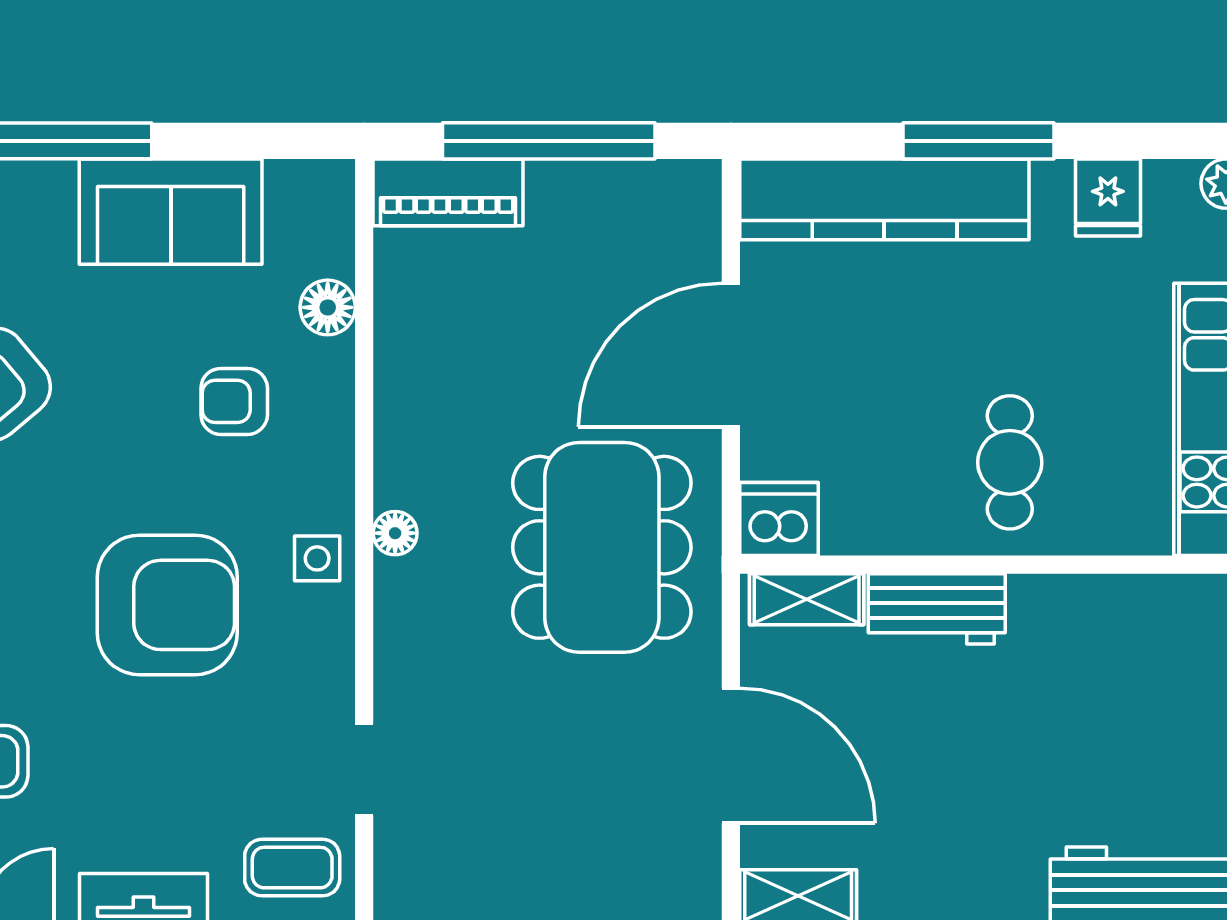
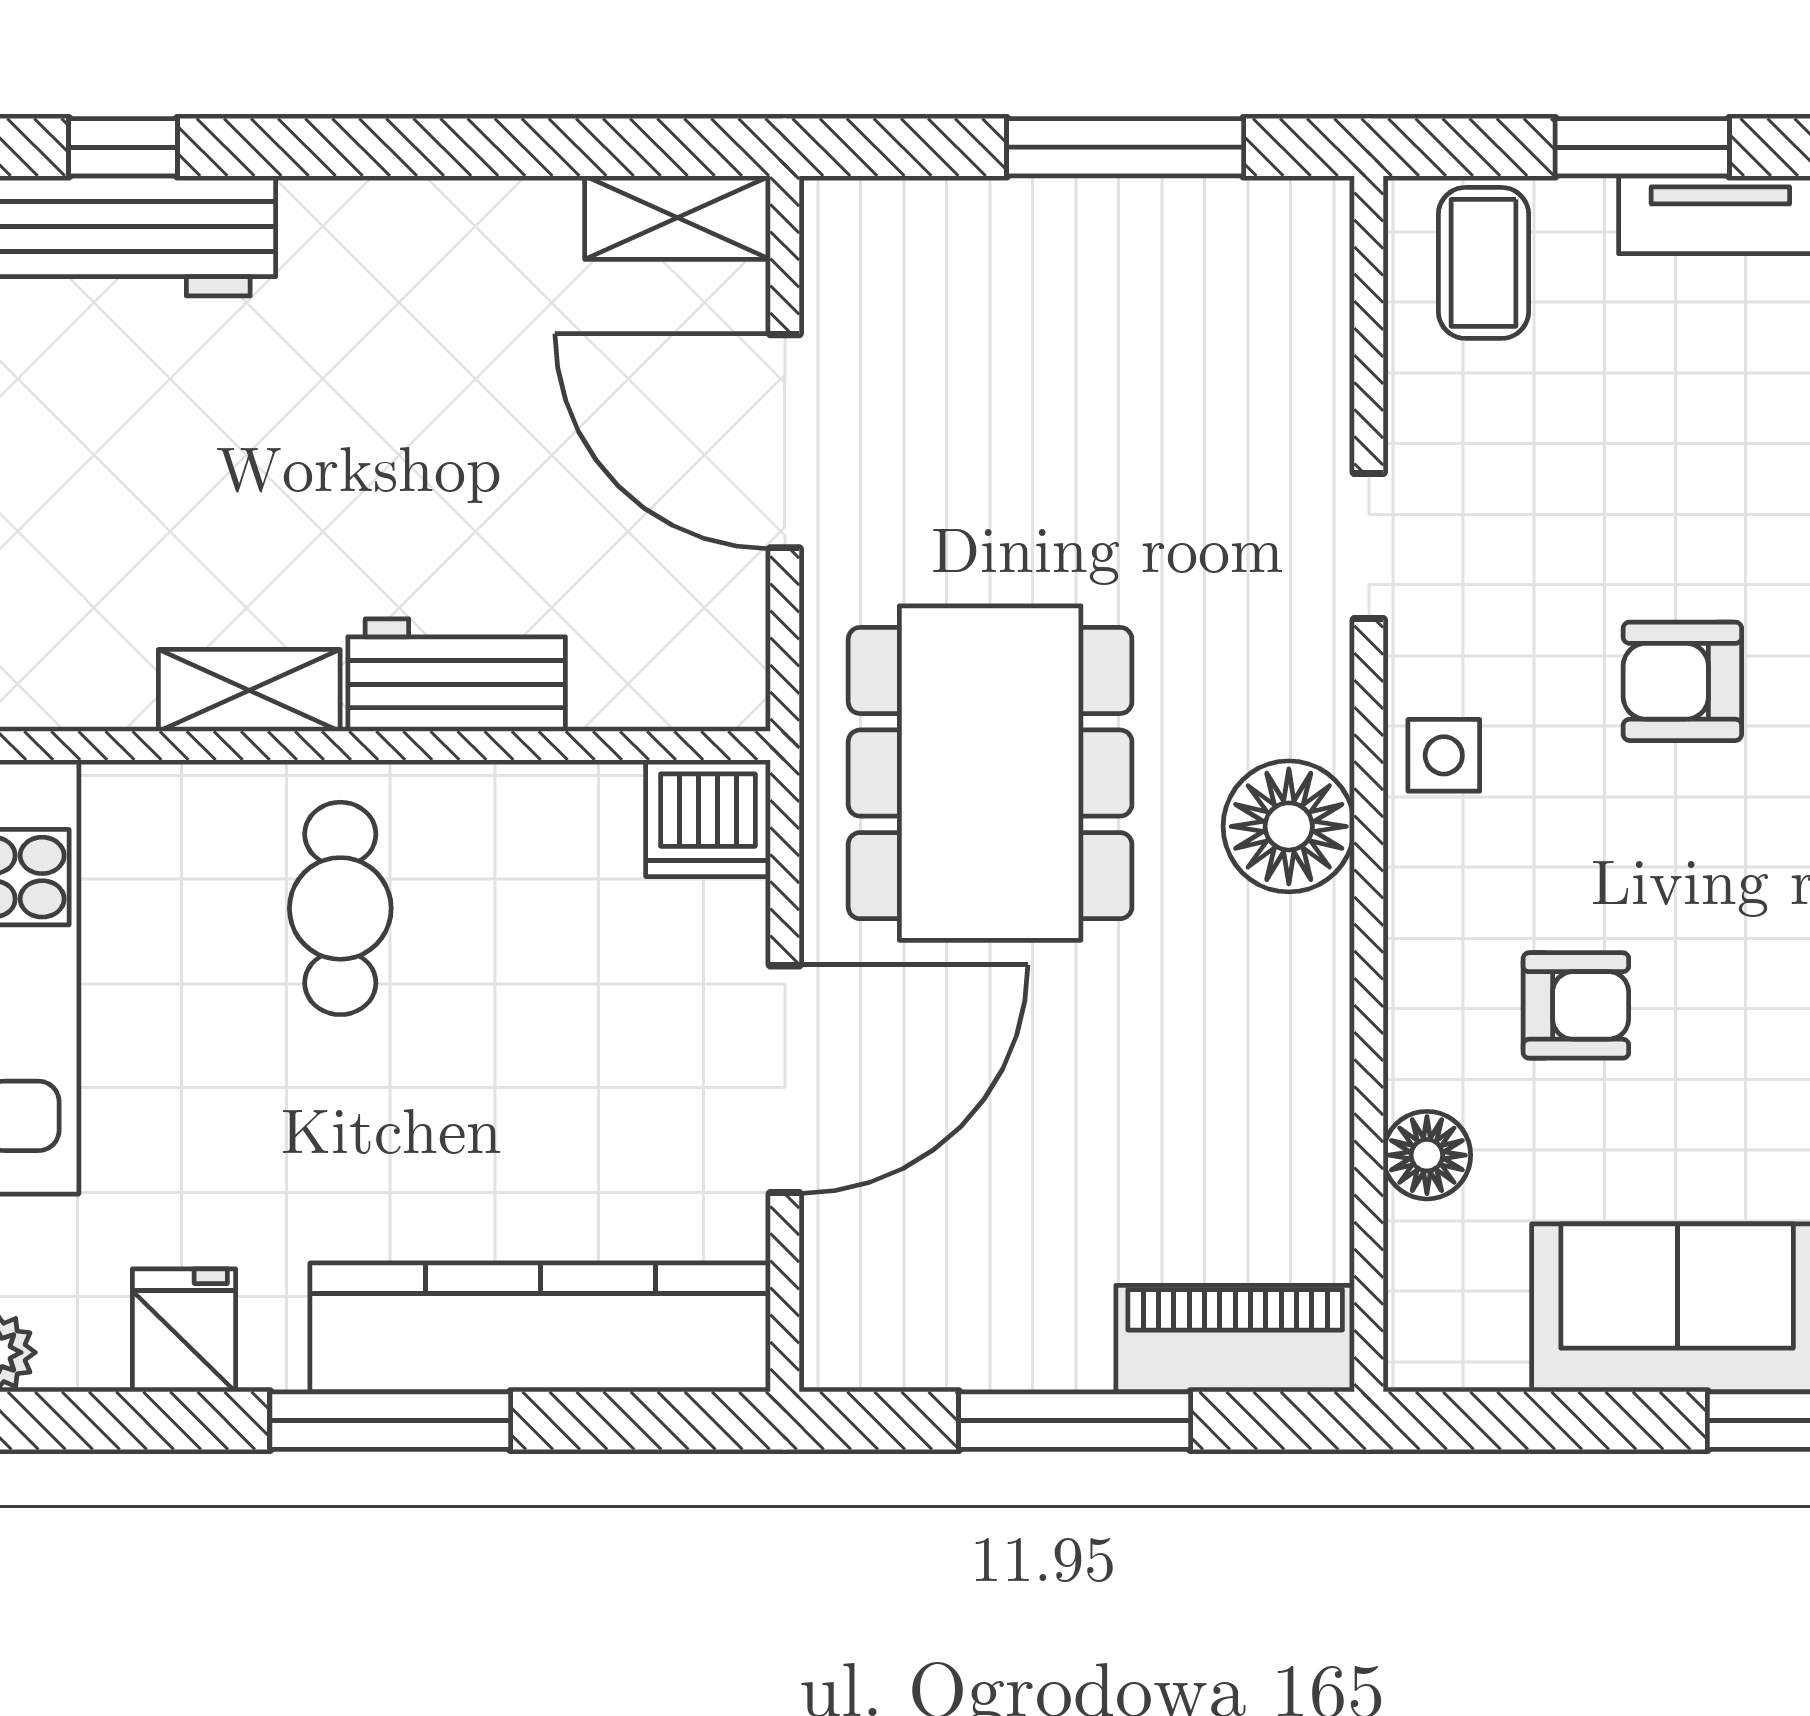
window: (549, 141) -> (1075, 1421), width x0.68
floor lamp: (395, 533) -> (1289, 826), width x1.89, depth x1.89
shelving: (807, 599) -> (249, 690), moved
armchair: (167, 605) -> (1682, 681), width x0.53, depth x0.53
doorway: (364, 769) -> (1369, 546), moved
coffee table: (292, 868) -> (1483, 263), turned 90

